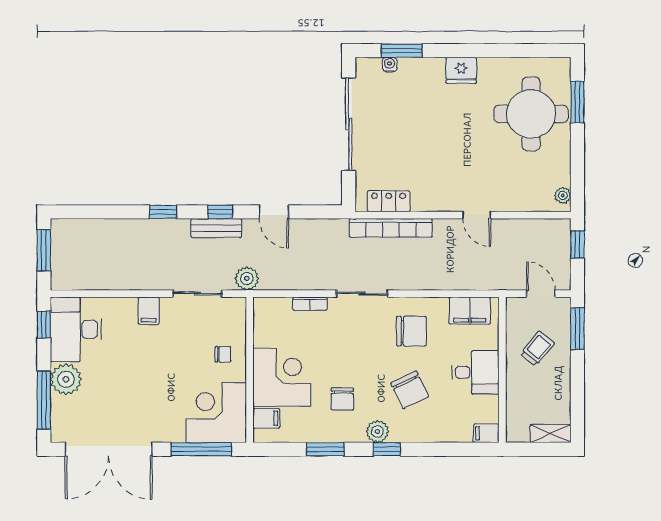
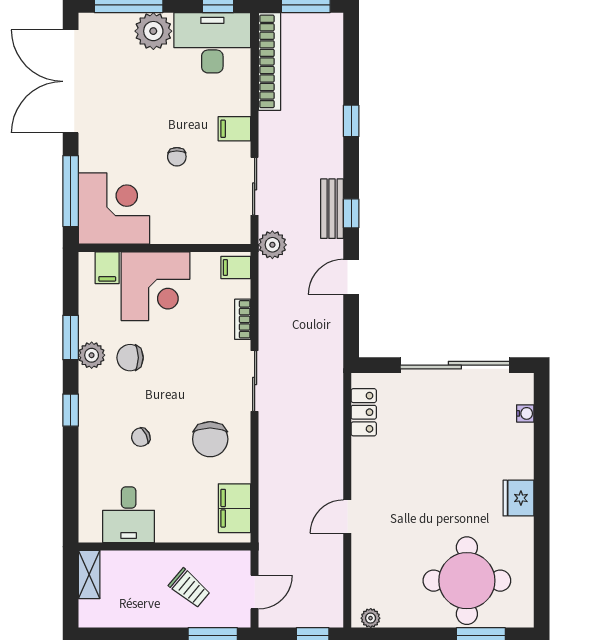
window: (402, 51) -> (542, 428), removed
window: (163, 212) -> (351, 121), moved
bookcase: (391, 228) -> (270, 61), moved, turned 180
chair: (223, 354) -> (177, 157), moved
desk: (475, 372) -> (129, 515), moved
chair: (410, 390) -> (141, 437), width x0.54, depth x0.54
plant: (377, 431) -> (92, 355), moved
filing cabinet: (486, 433) -> (236, 267), moved, turned -90
shelving: (550, 434) -> (89, 575), moved

